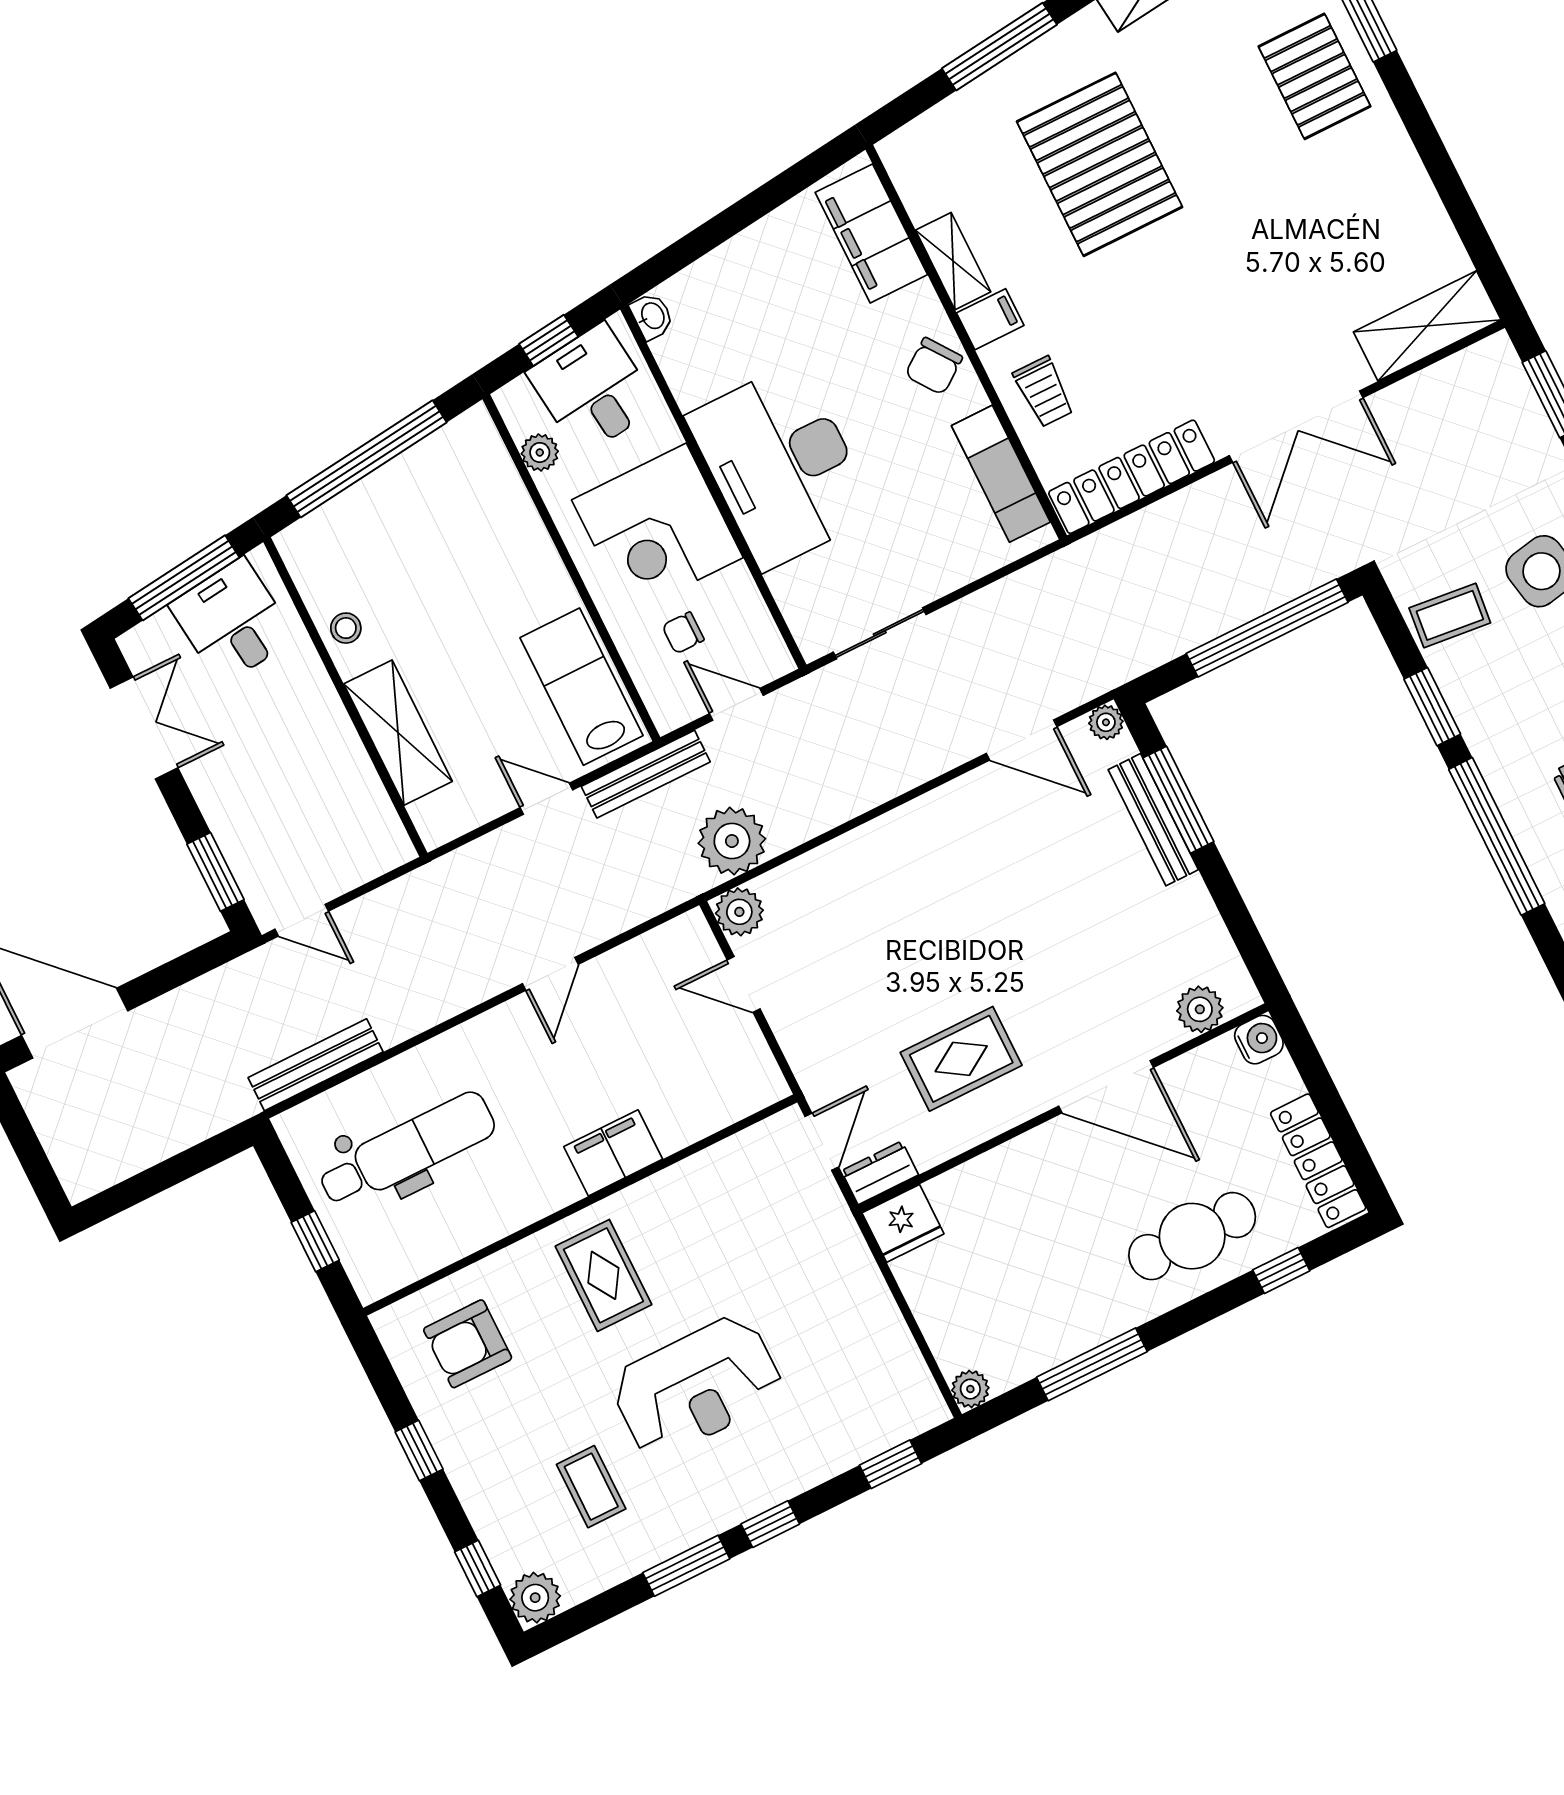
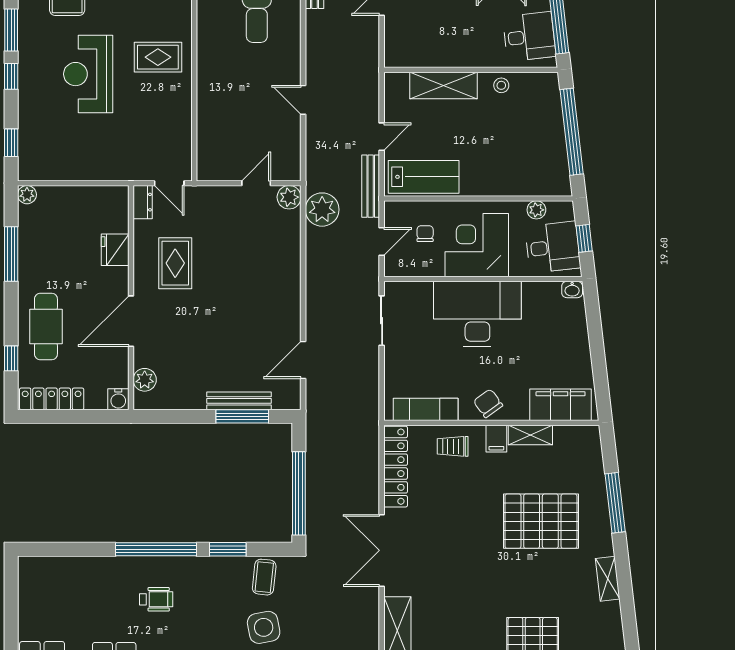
plant: (1106, 722) -> (292, 401), removed
filing cabinet: (613, 1153) -> (210, 88), removed
fridge: (903, 1223) -> (115, 250), moved

